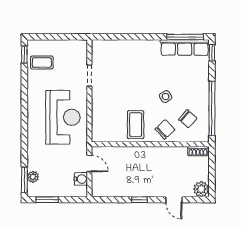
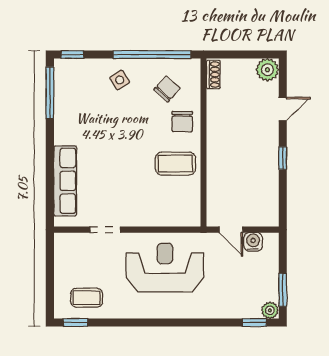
row of seats: (185, 48) -> (65, 181), moved
coffee table: (42, 63) -> (87, 298), turned 90
side table: (166, 97) -> (120, 80), moved
chair: (165, 129) -> (182, 122), turned -137
door: (89, 164) -> (231, 230), swing flipped
plant: (33, 177) -> (270, 310), moved
window: (24, 180) -> (254, 323), width x0.67

